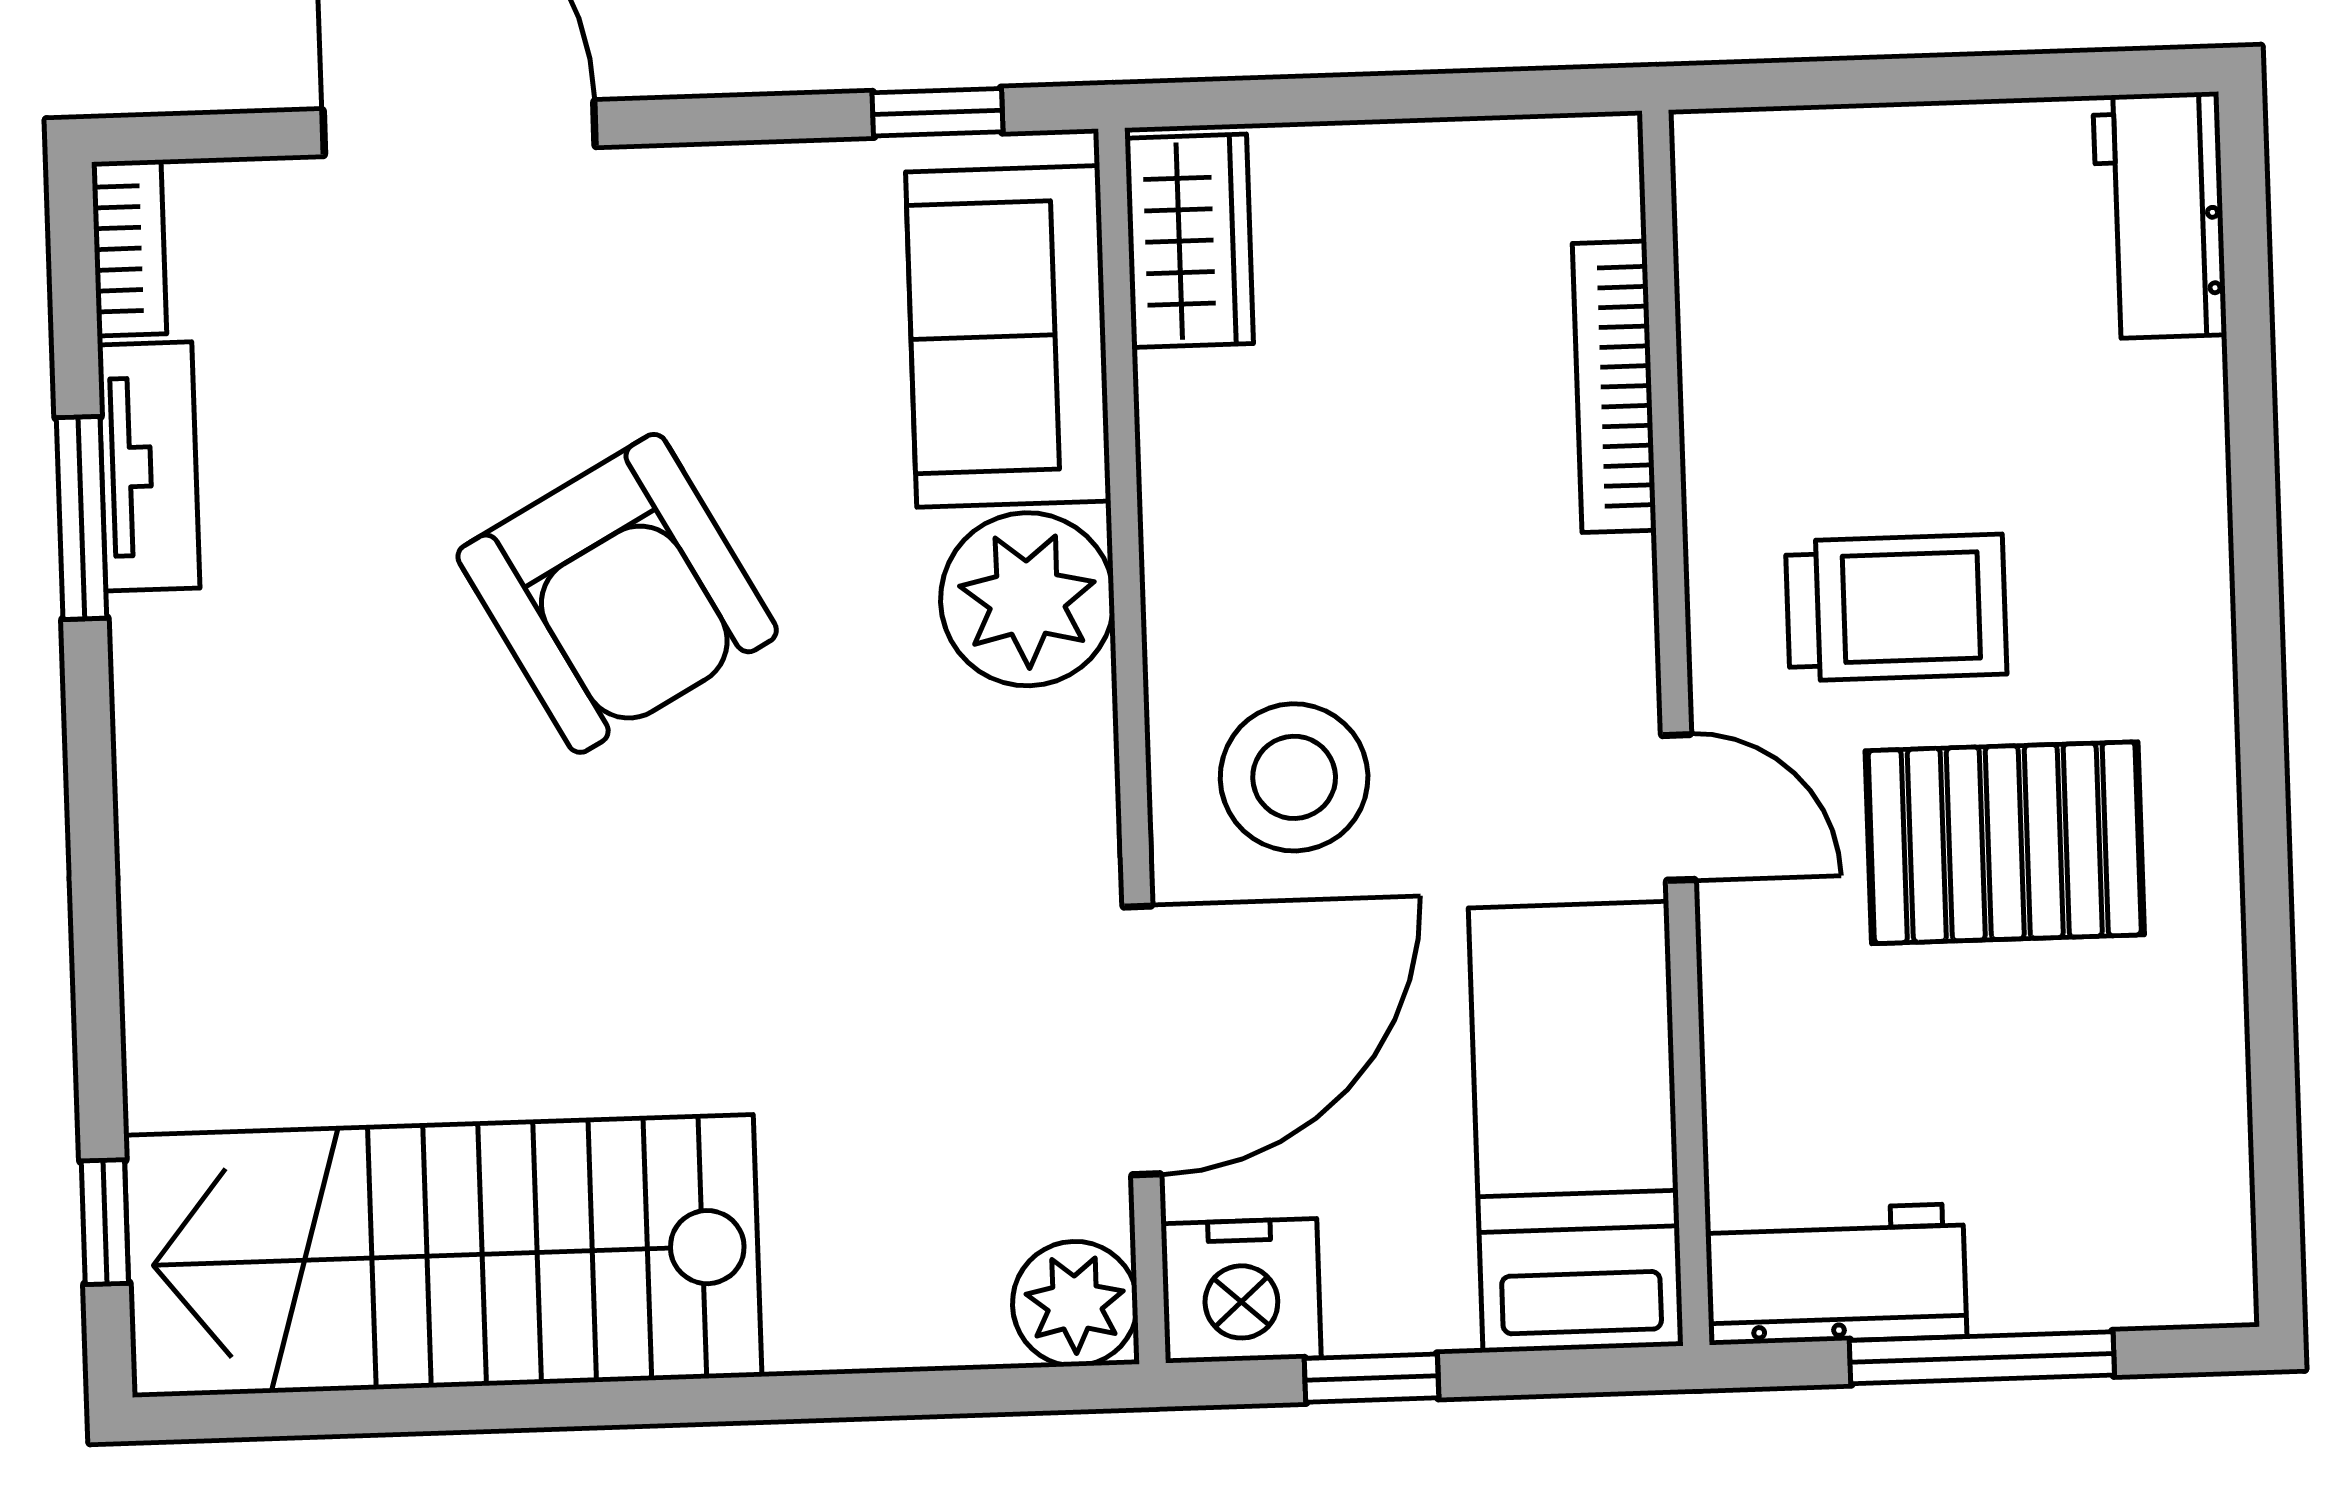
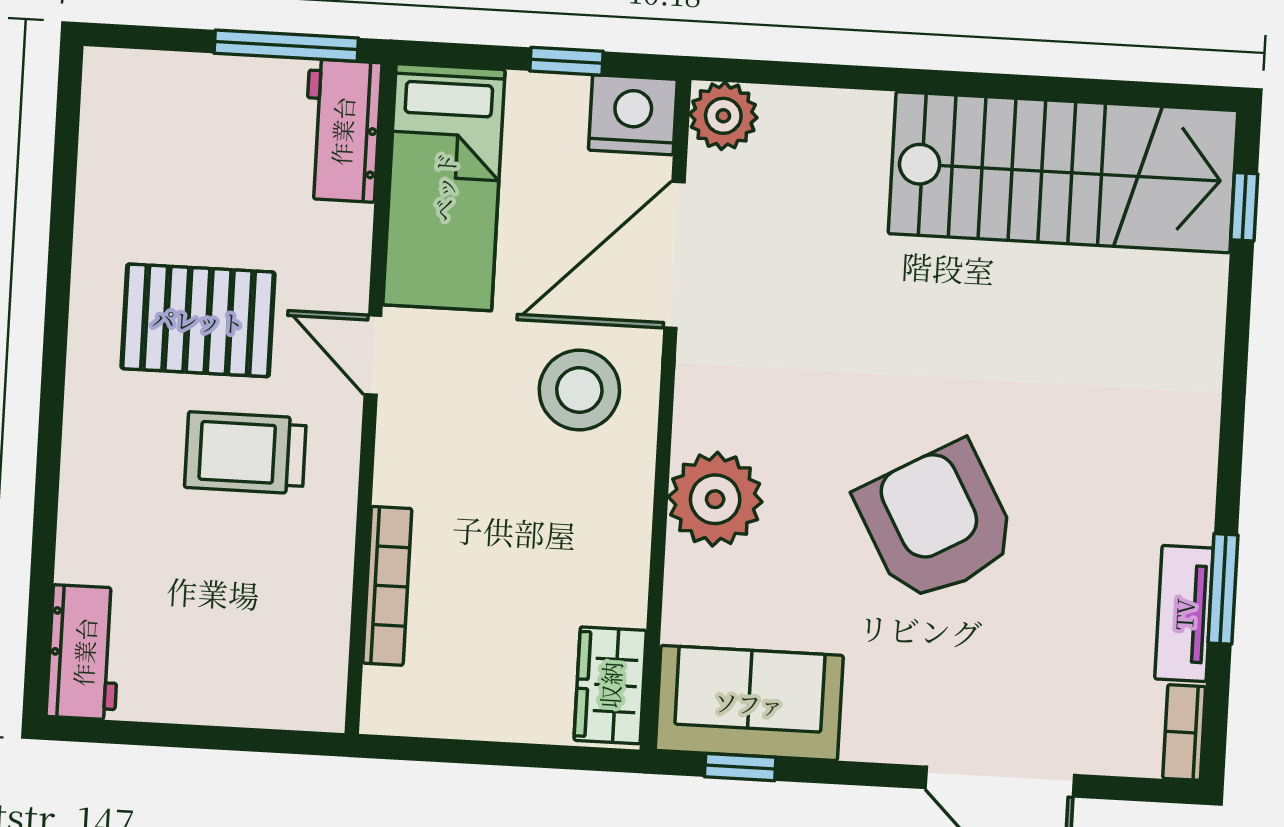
sofa: (1008, 336) -> (749, 703), moved, turned -90
workbench: (1836, 1274) -> (342, 131), moved, turned 90
window: (1982, 1358) -> (286, 46), moved

